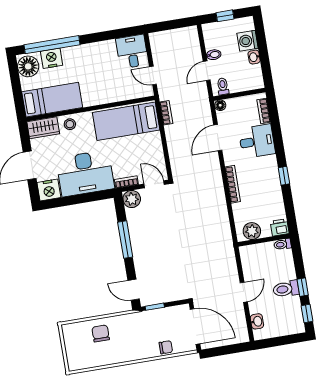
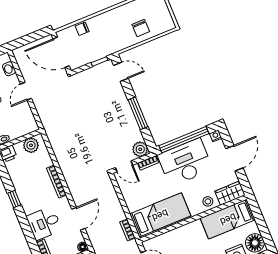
nightstand: (49, 190) -> (216, 136), width x0.53, depth x0.56
window: (81, 199) -> (184, 140), added

